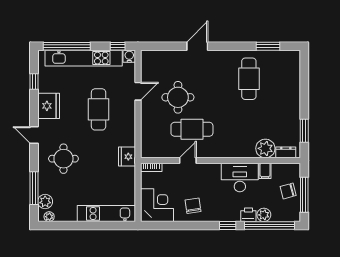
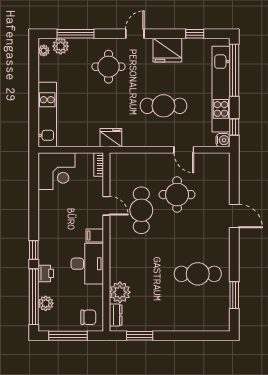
filing cabinet: (265, 171) -> (95, 236), moved
chair: (288, 191) -> (88, 317), moved, turned 105
chair: (193, 206) -> (56, 211), removed
plant: (264, 215) -> (46, 303), moved

